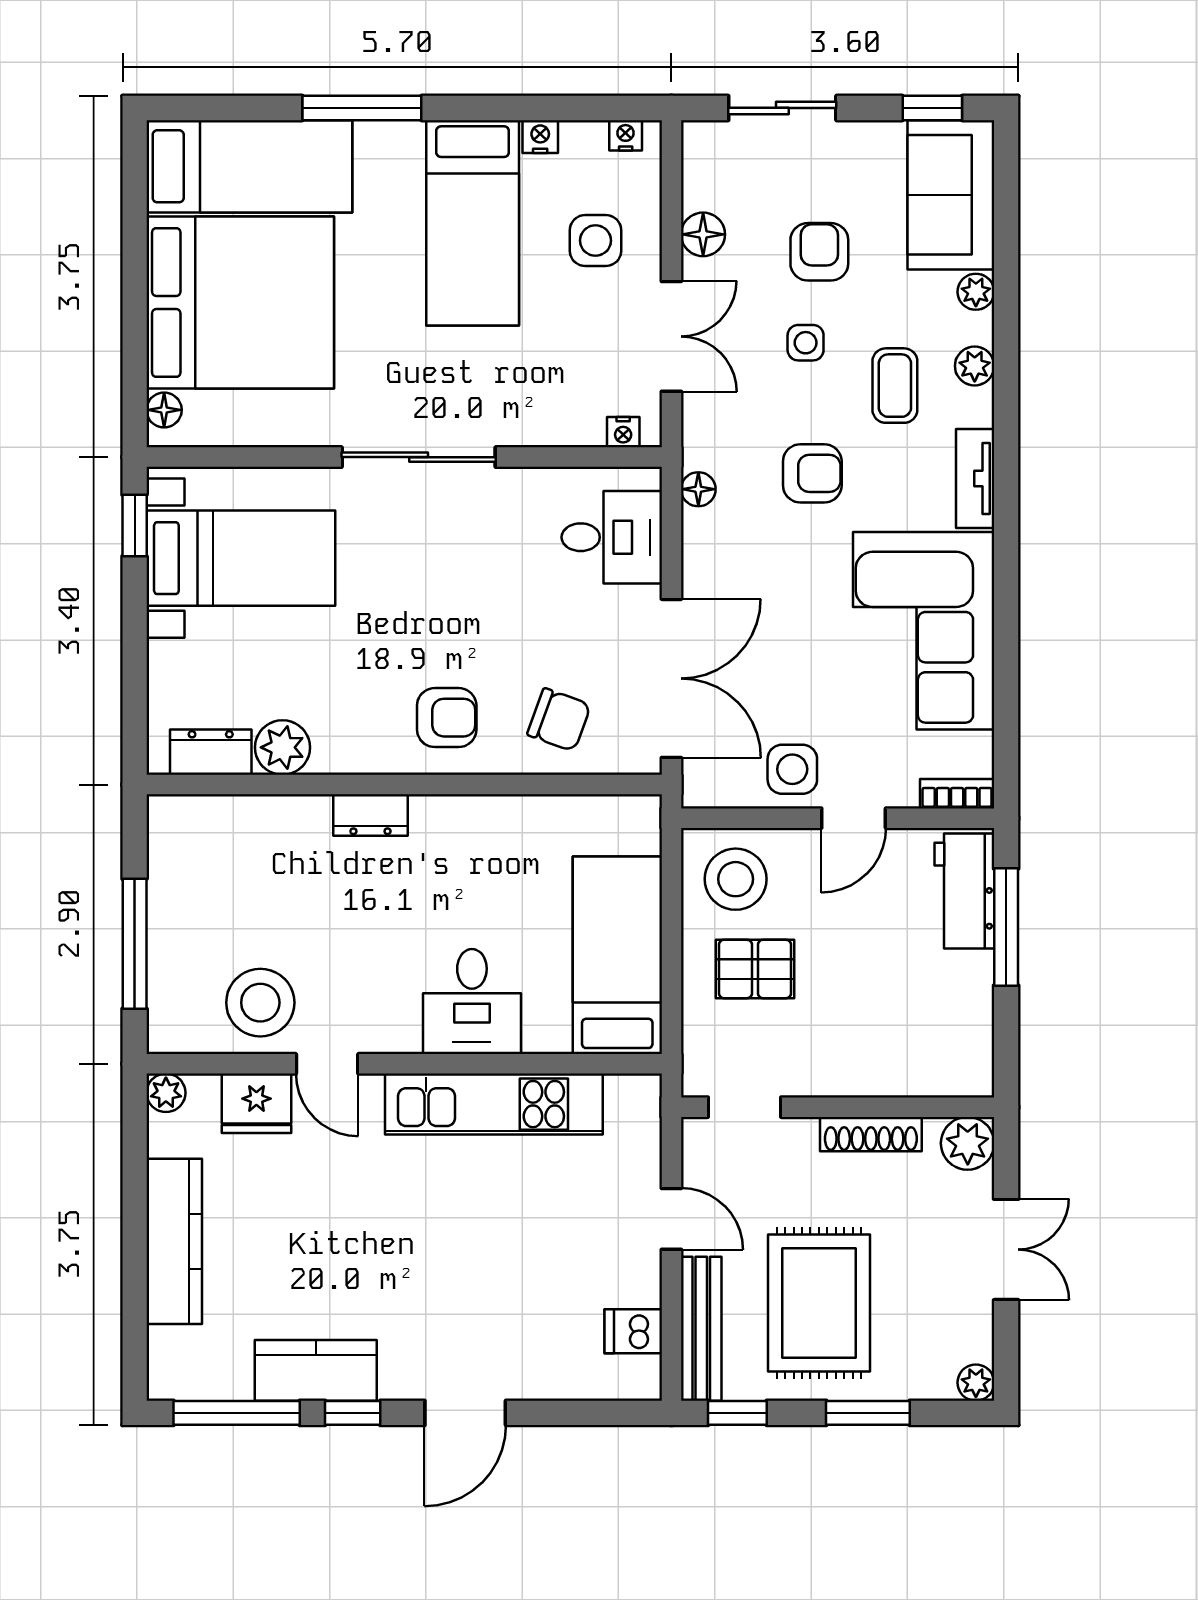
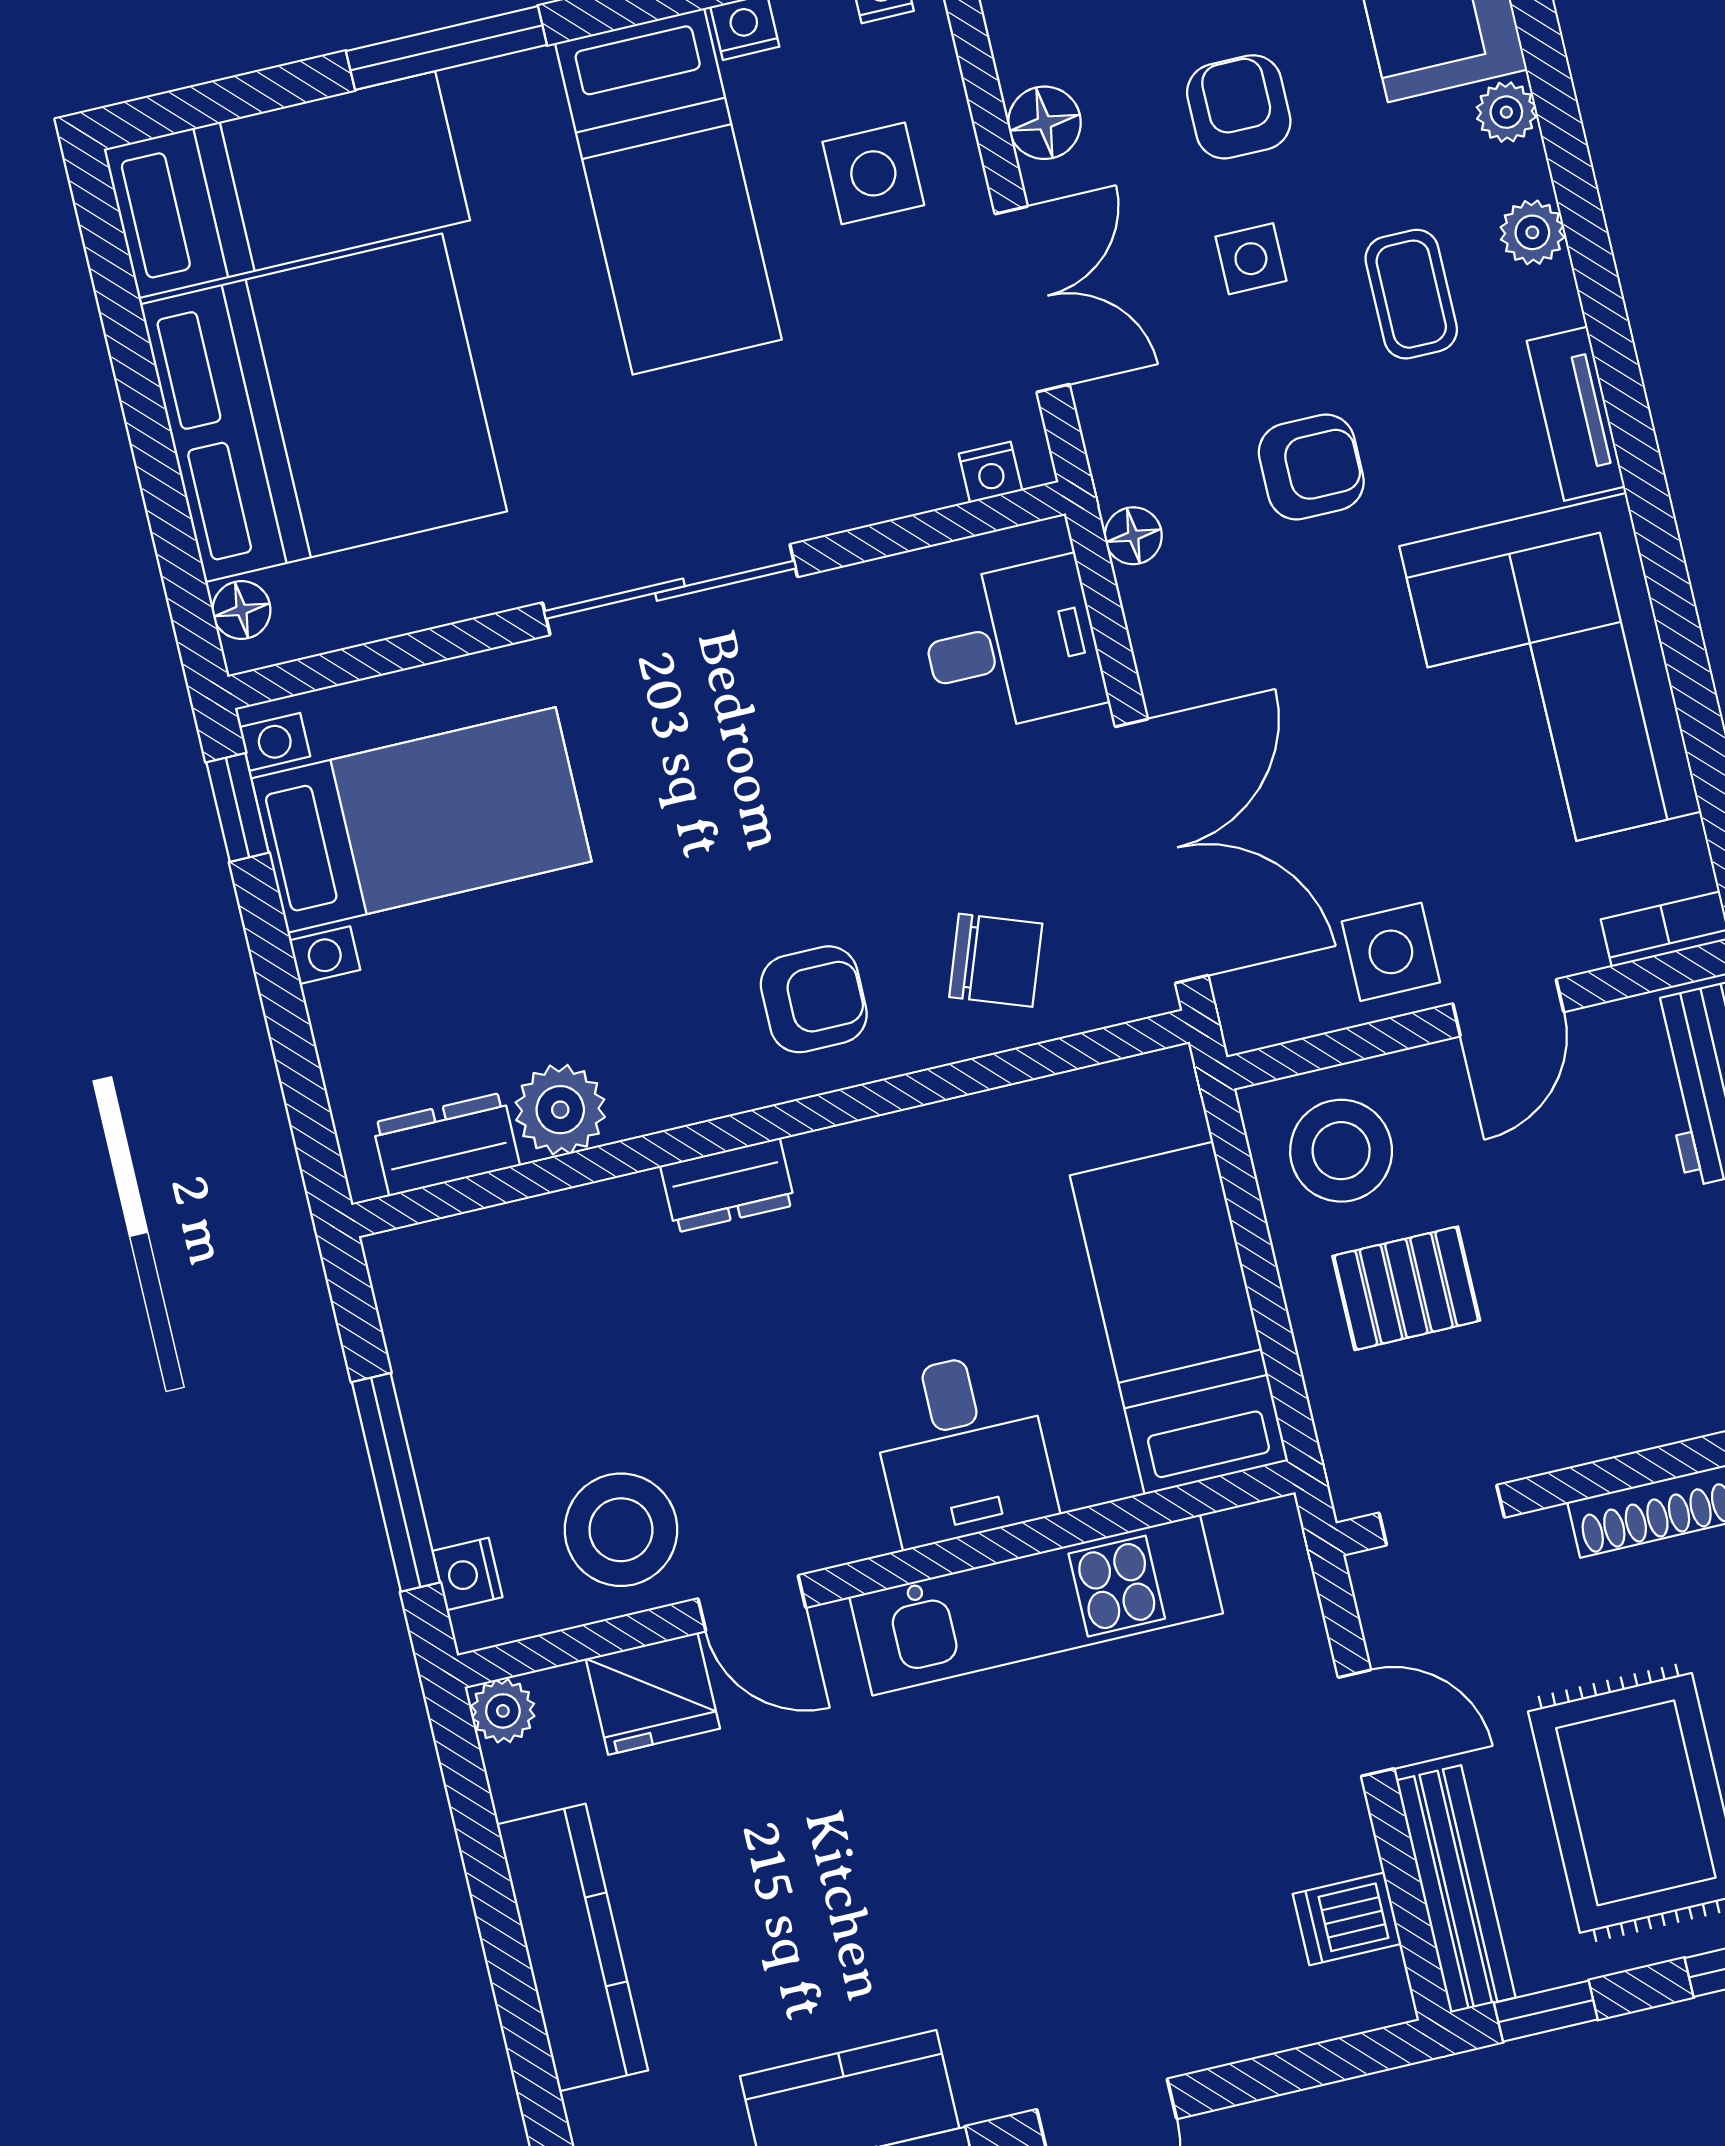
nightstand: (164, 1008) -> (467, 1574), added

